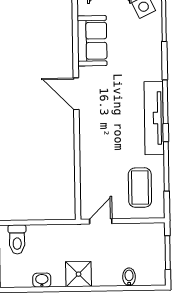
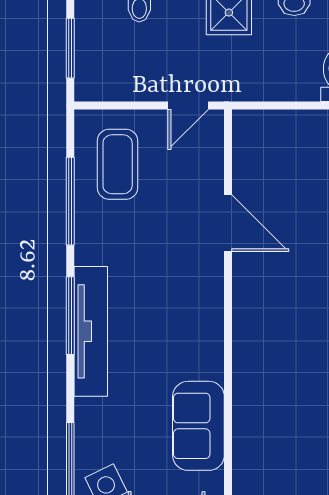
door: (76, 94) -> (228, 223), moved
tv unit: (154, 118) -> (91, 331), moved

